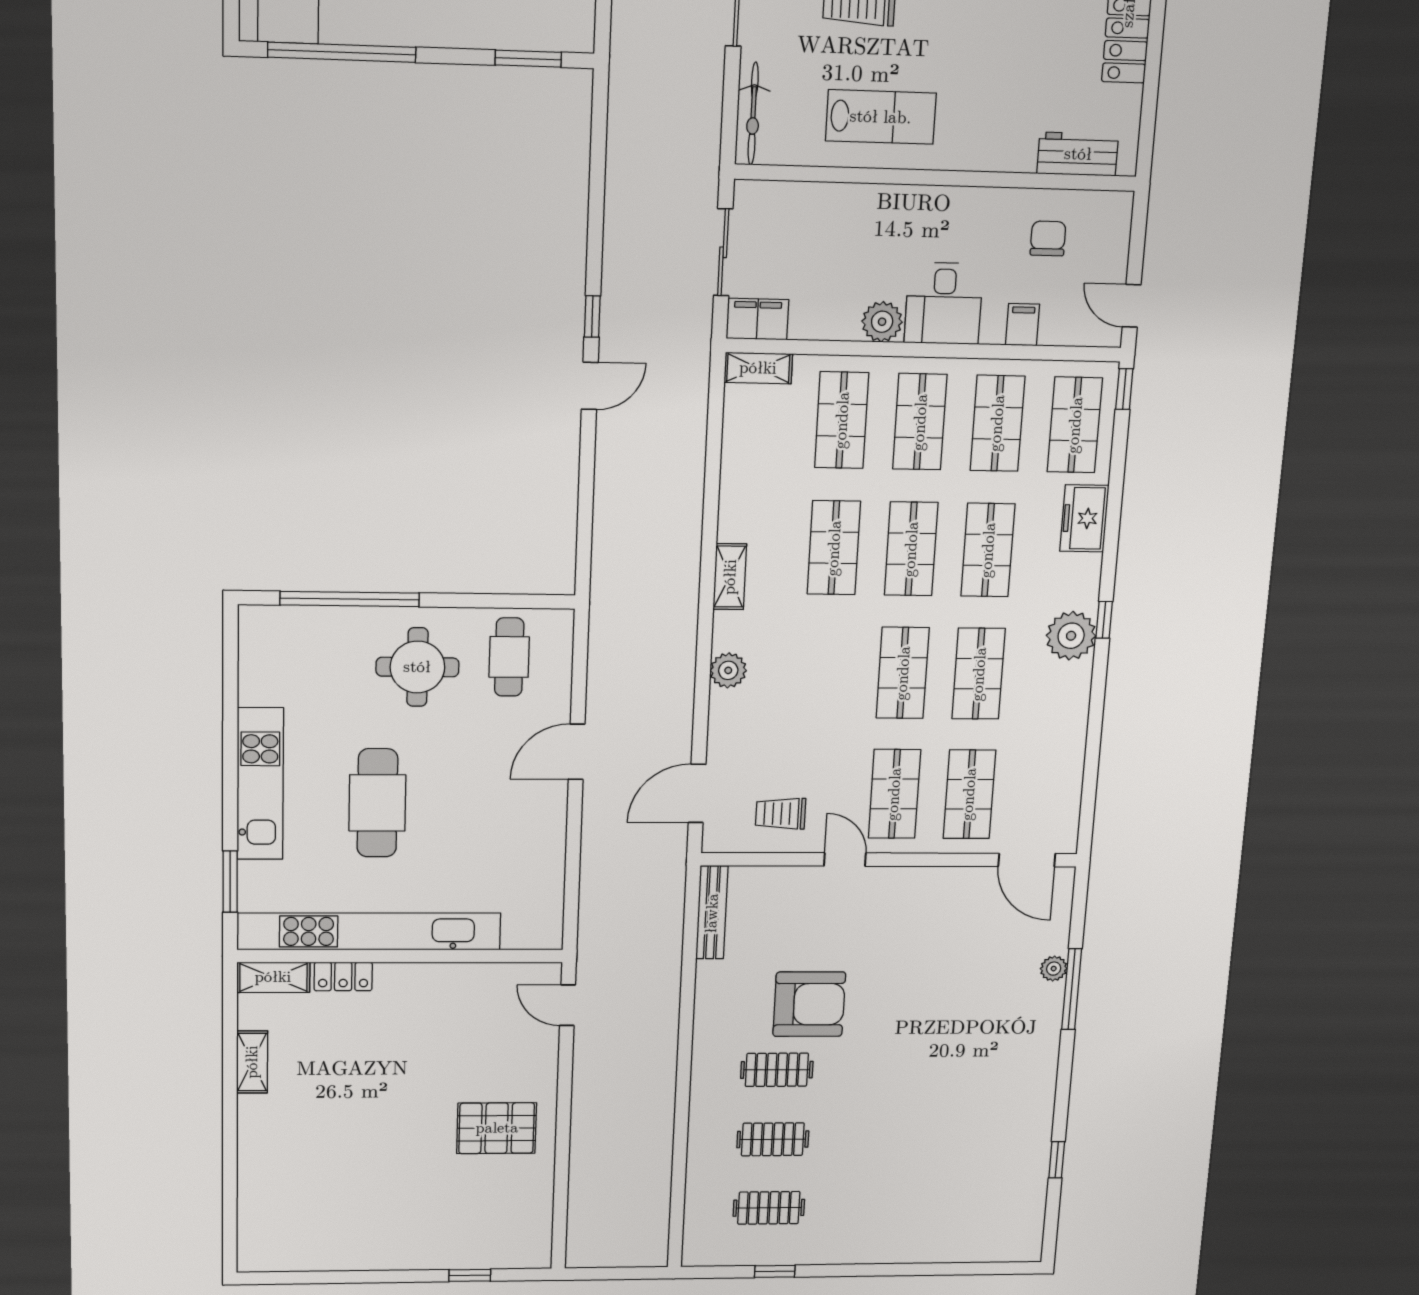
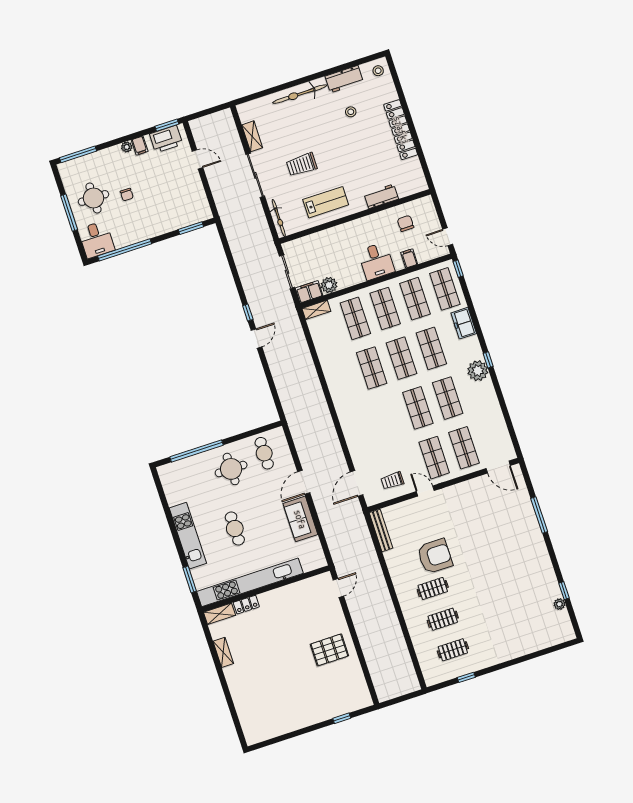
workbench: (1078, 154) -> (381, 196), moved
plant: (882, 322) -> (329, 285), moved
shelving: (730, 577) -> (336, 393), removed
plant: (728, 670) -> (350, 430), removed
cafe table: (377, 803) -> (235, 529), width x0.73, depth x0.74
sofa: (538, 830) -> (300, 519), added
plant: (1054, 969) -> (559, 604), moved
door: (568, 1005) -> (338, 588), swing flipped

